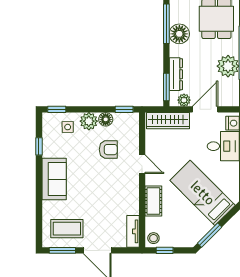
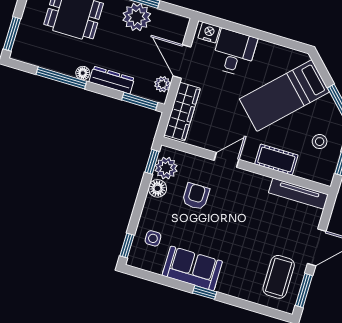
floor lamp: (179, 34) -> (83, 73), width x0.53, depth x0.53
dresser: (176, 74) -> (112, 80), moved
plant: (89, 121) -> (166, 168), moved
window: (39, 146) -> (205, 292), moved
sofa: (54, 179) -> (192, 268), moved
tv unit: (133, 231) -> (298, 194), width x1.41
stool: (153, 238) -> (320, 142), moved

